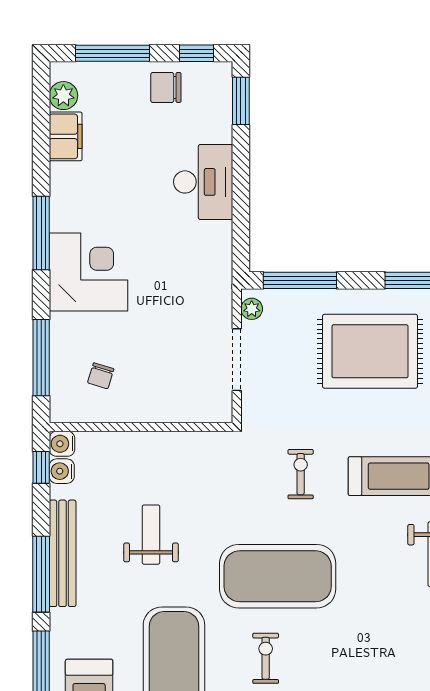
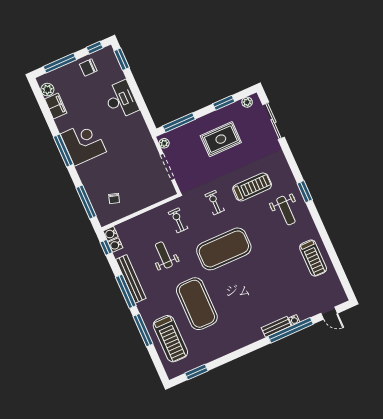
corner desk: (88, 272) -> (83, 143), moved
rug: (370, 351) -> (221, 139), width x0.73, depth x0.69
exercise bike: (266, 658) -> (178, 220), moved

